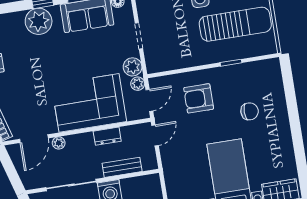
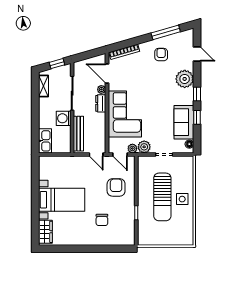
plant: (39, 21) -> (185, 79), moved
sun lounger: (235, 24) -> (162, 197), moved
dresser: (107, 136) -> (101, 103), moved
bench: (122, 167) -> (78, 134), width x1.36

